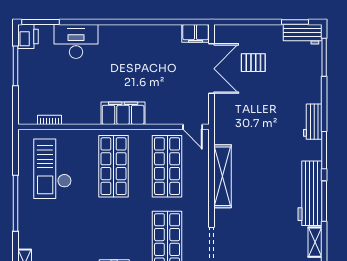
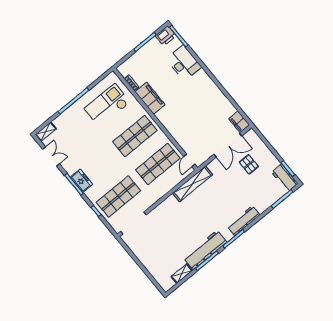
filing cabinet: (123, 113) -> (150, 98), moved
workbench: (313, 122) -> (244, 221), width x1.38
shelving: (222, 176) -> (193, 184), moved

